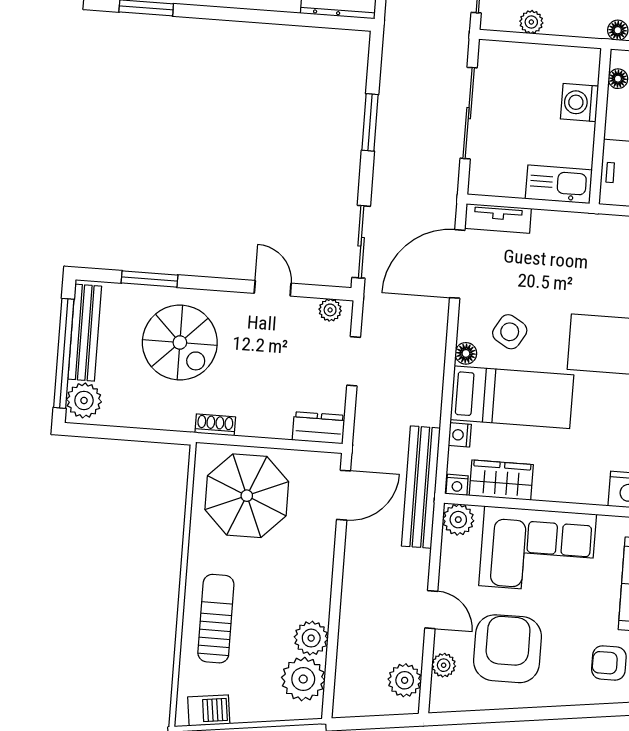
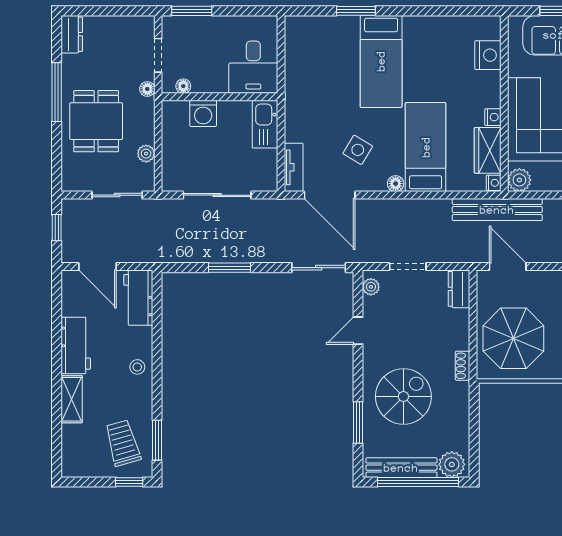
side table: (510, 332) -> (358, 150), moved
nightstand: (460, 435) -> (493, 117), moved, turned -90

